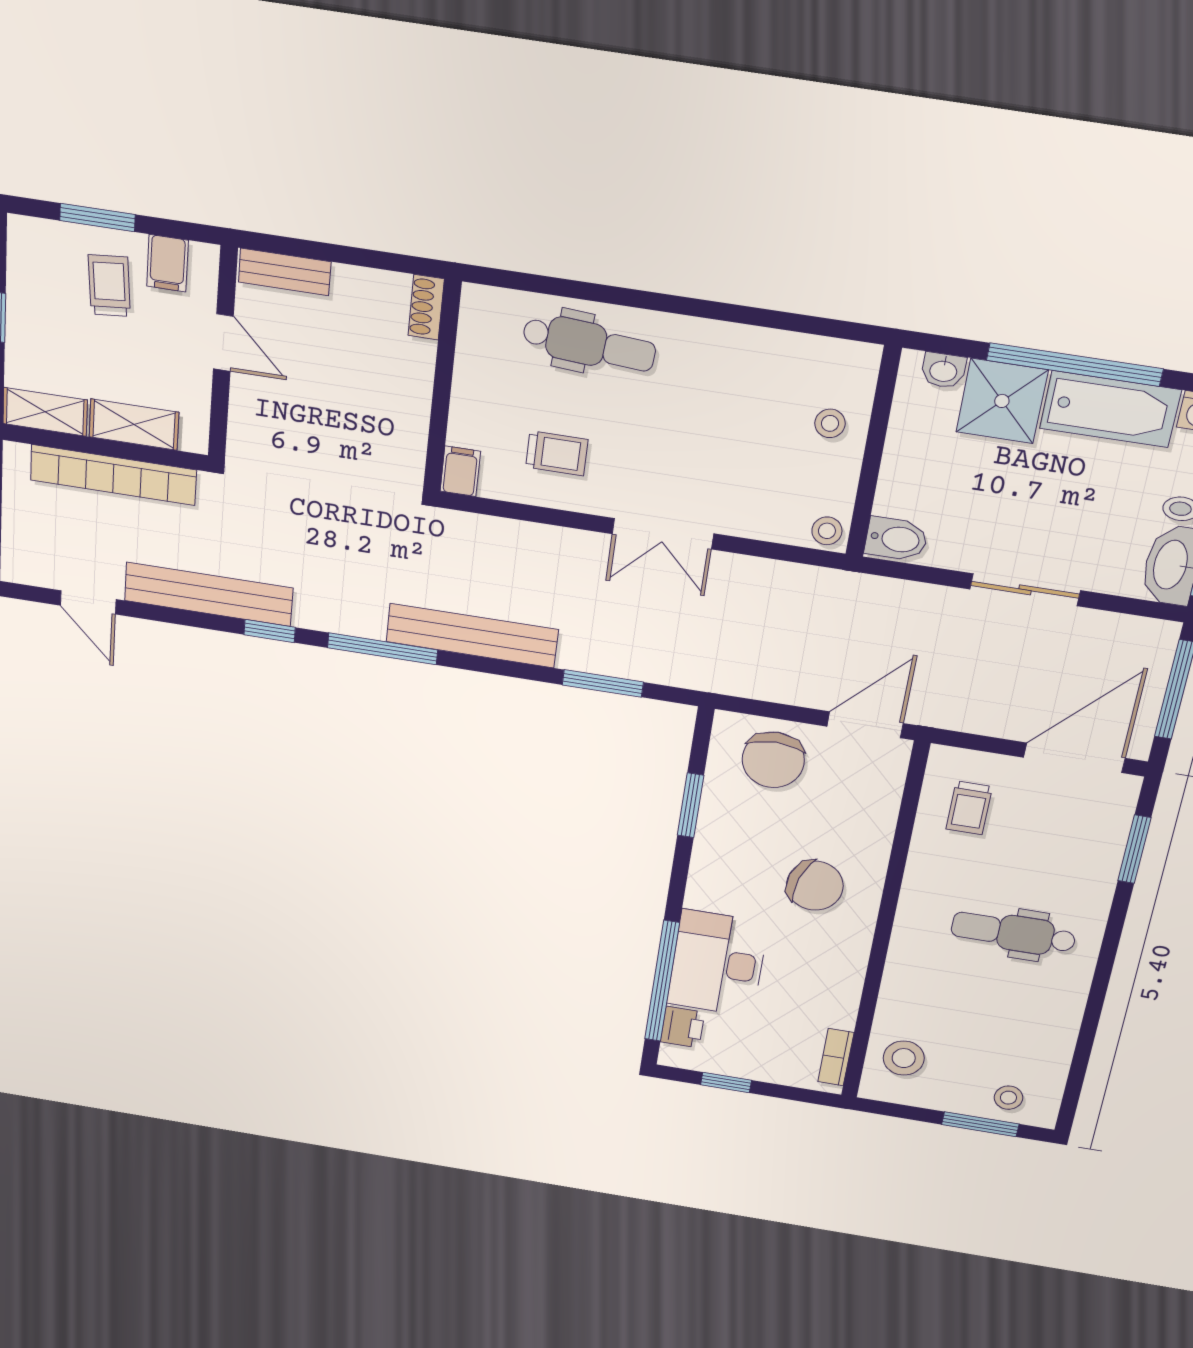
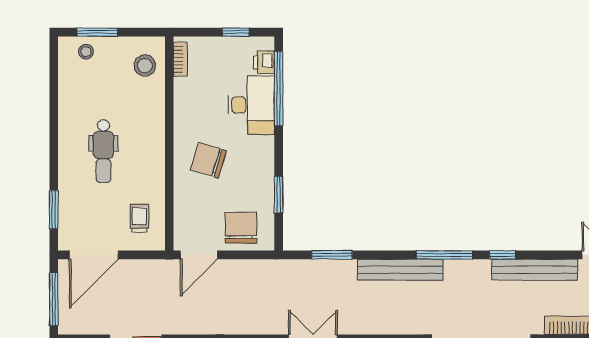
dental chair: (1013, 933) -> (103, 151), turned 90

